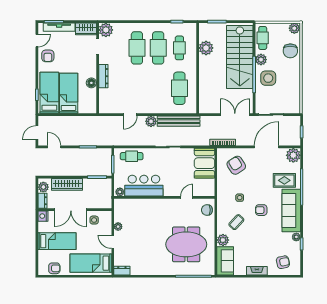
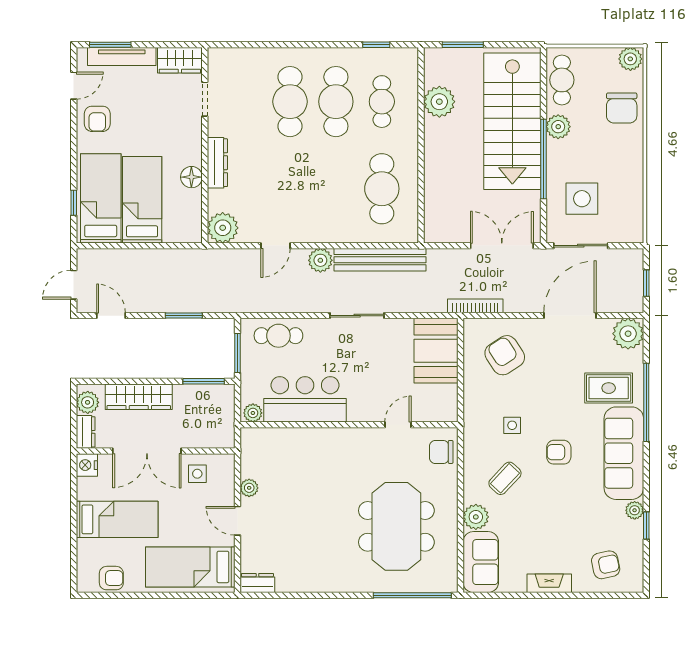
plant: (106, 30) -> (223, 228), moved
side table: (268, 78) -> (582, 199), moved
meeting table: (186, 244) -> (396, 526), turned 90

